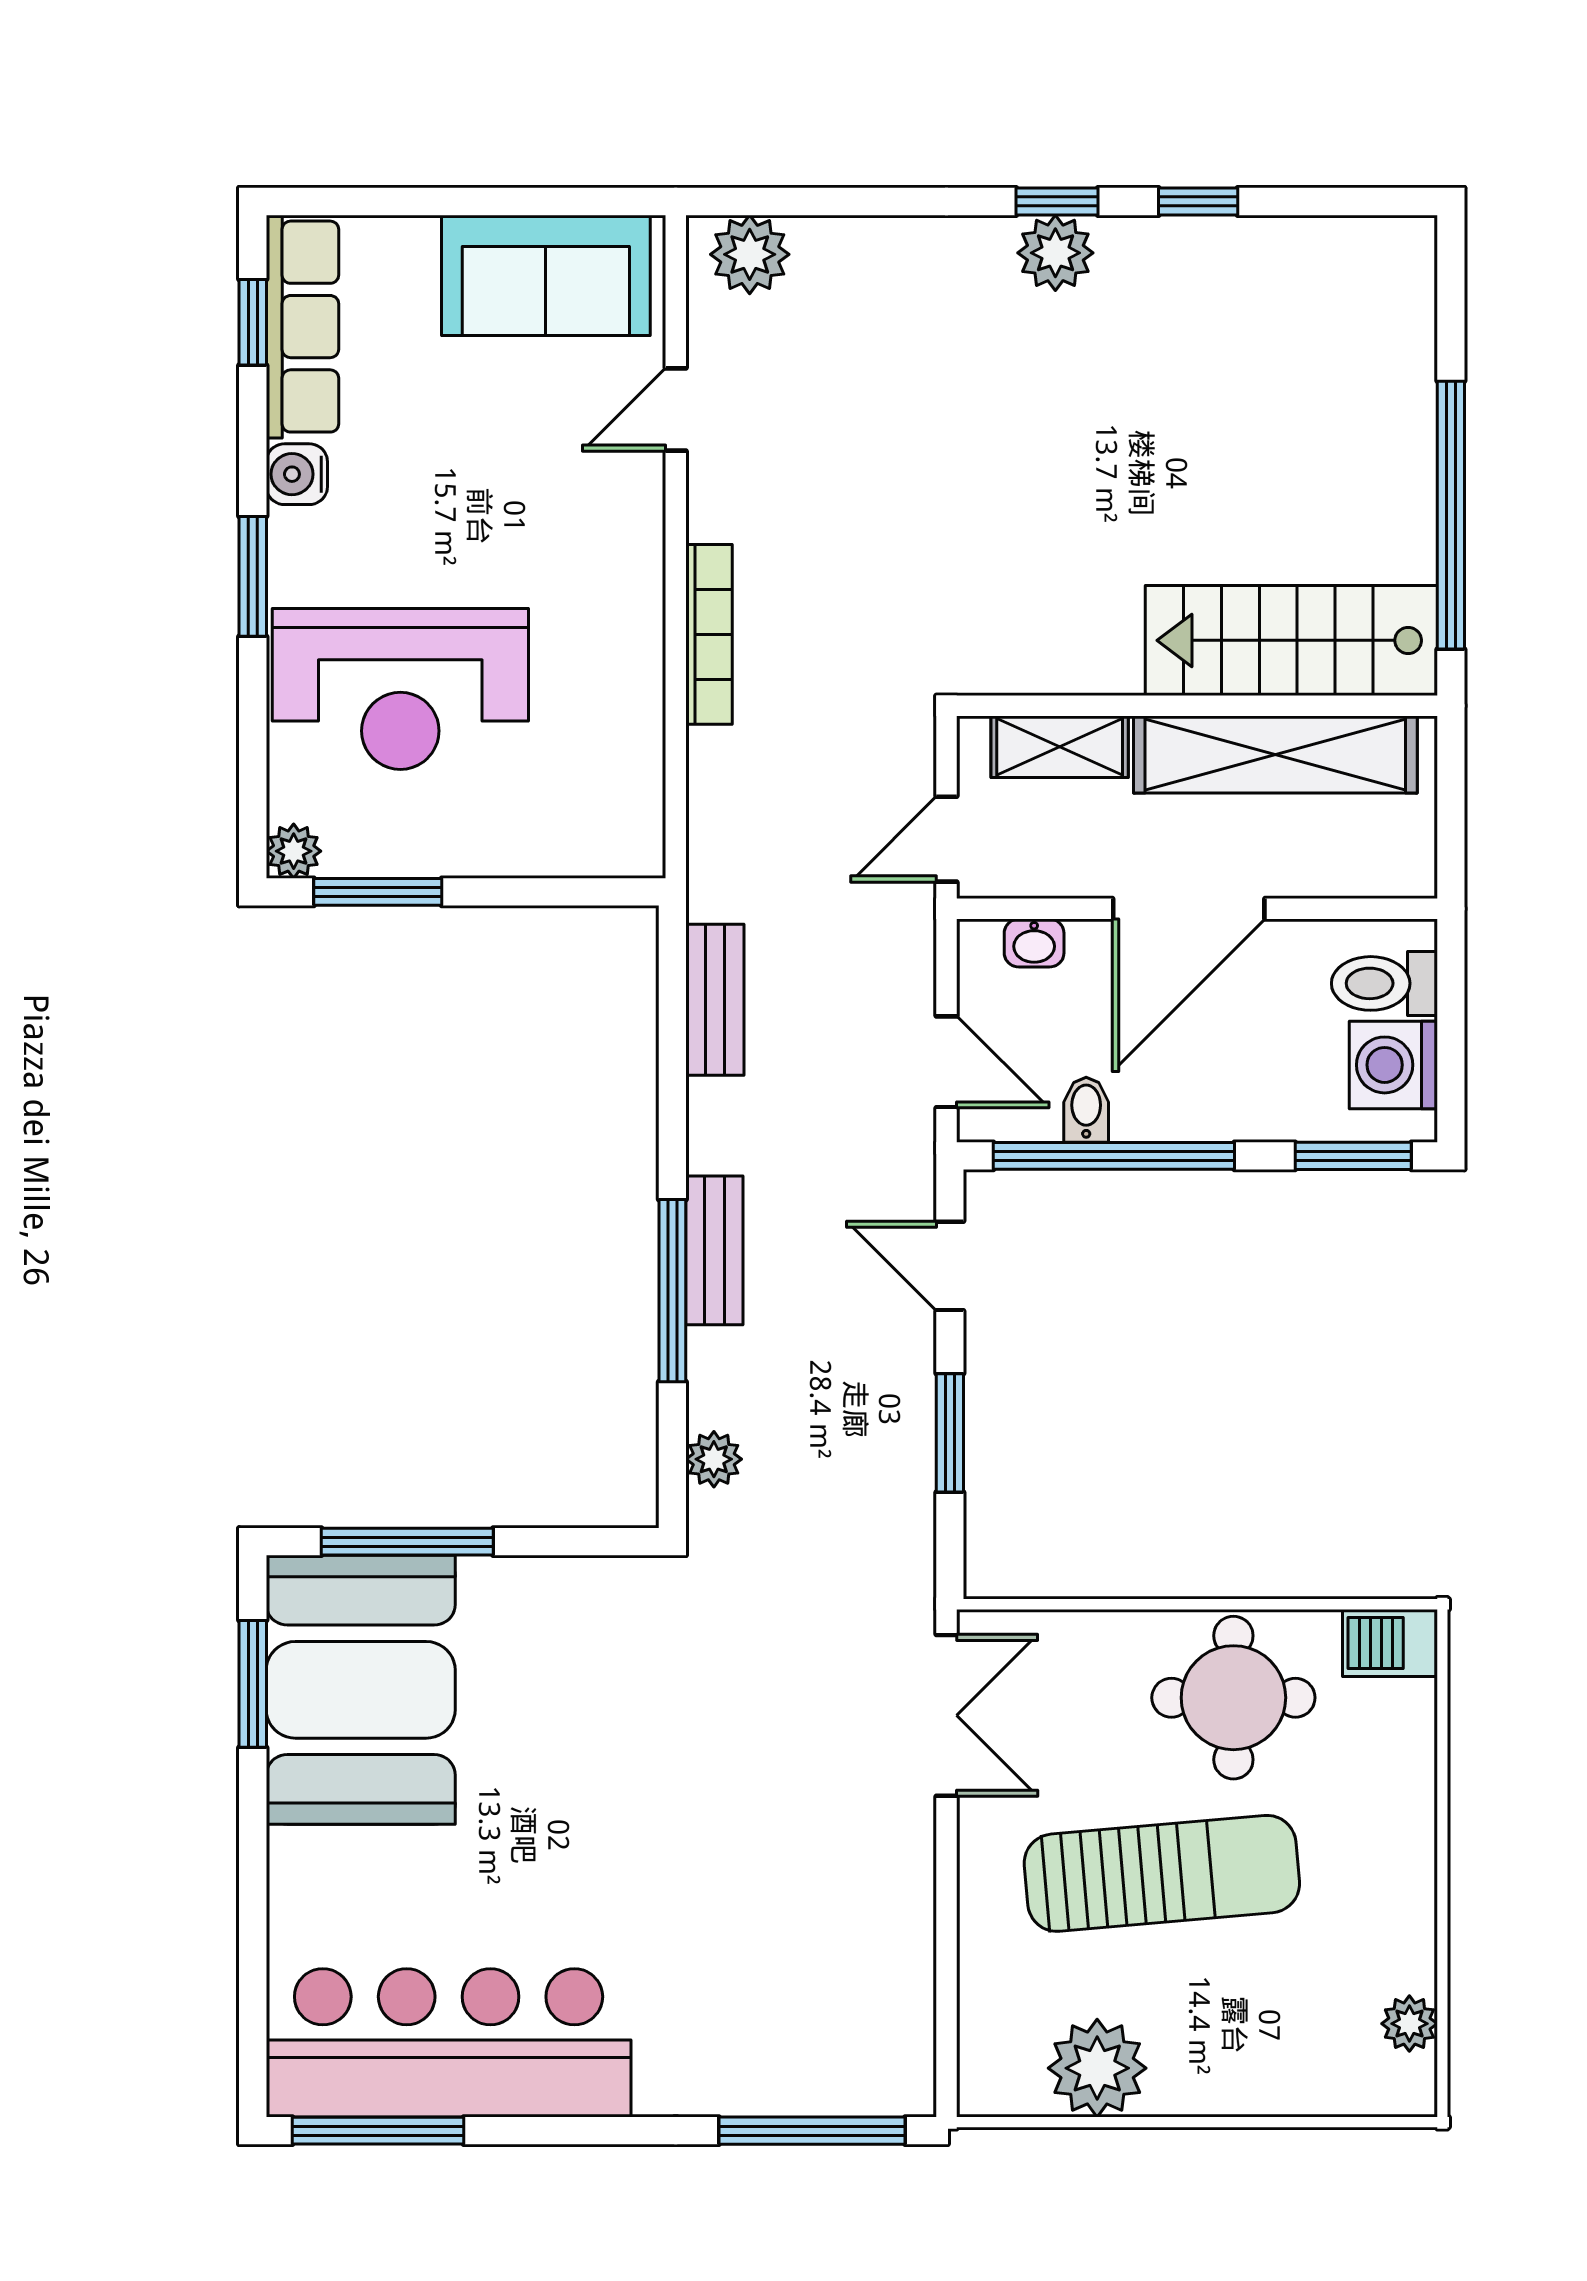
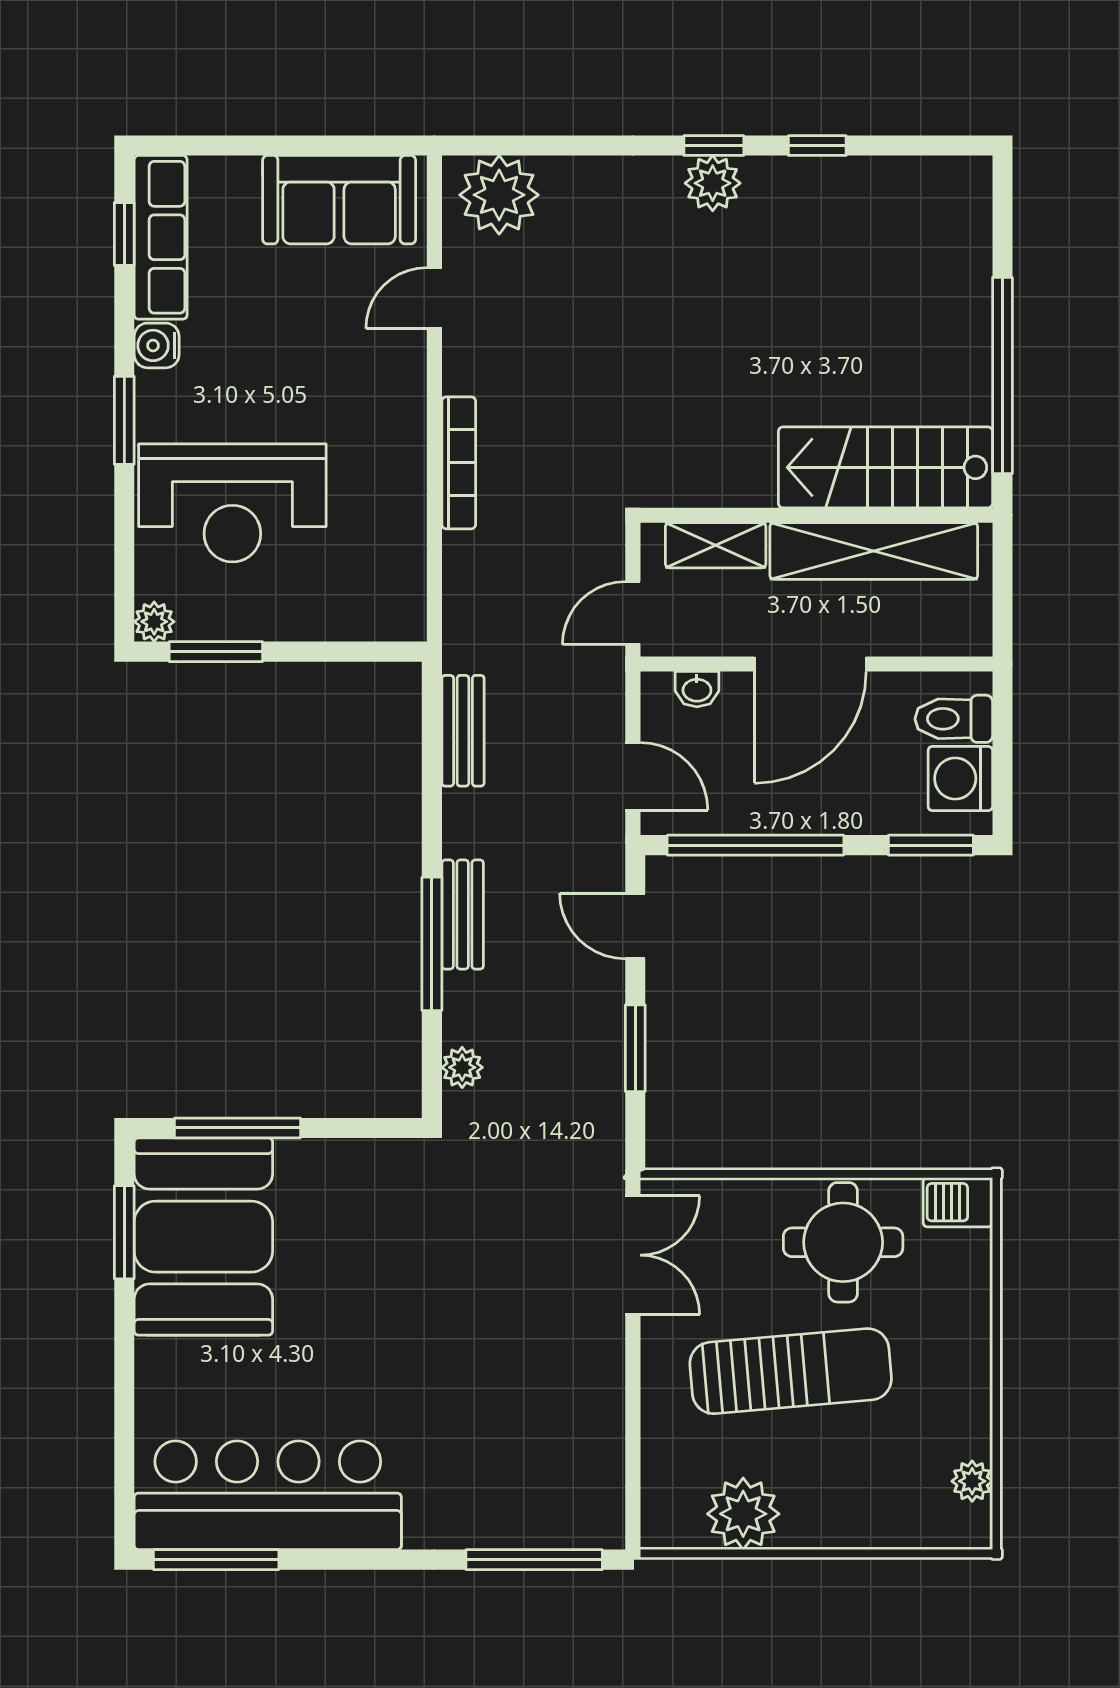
plant: (750, 254) -> (499, 195), width x1.36, depth x1.36
bidet: (1086, 1110) -> (735, 811), removed

